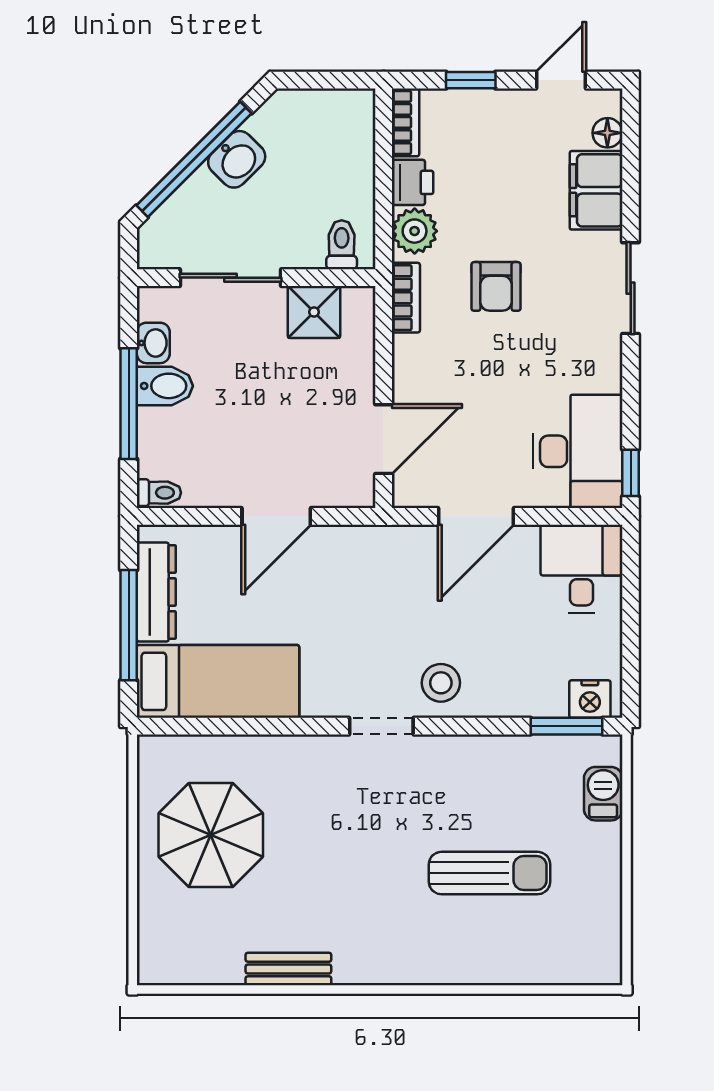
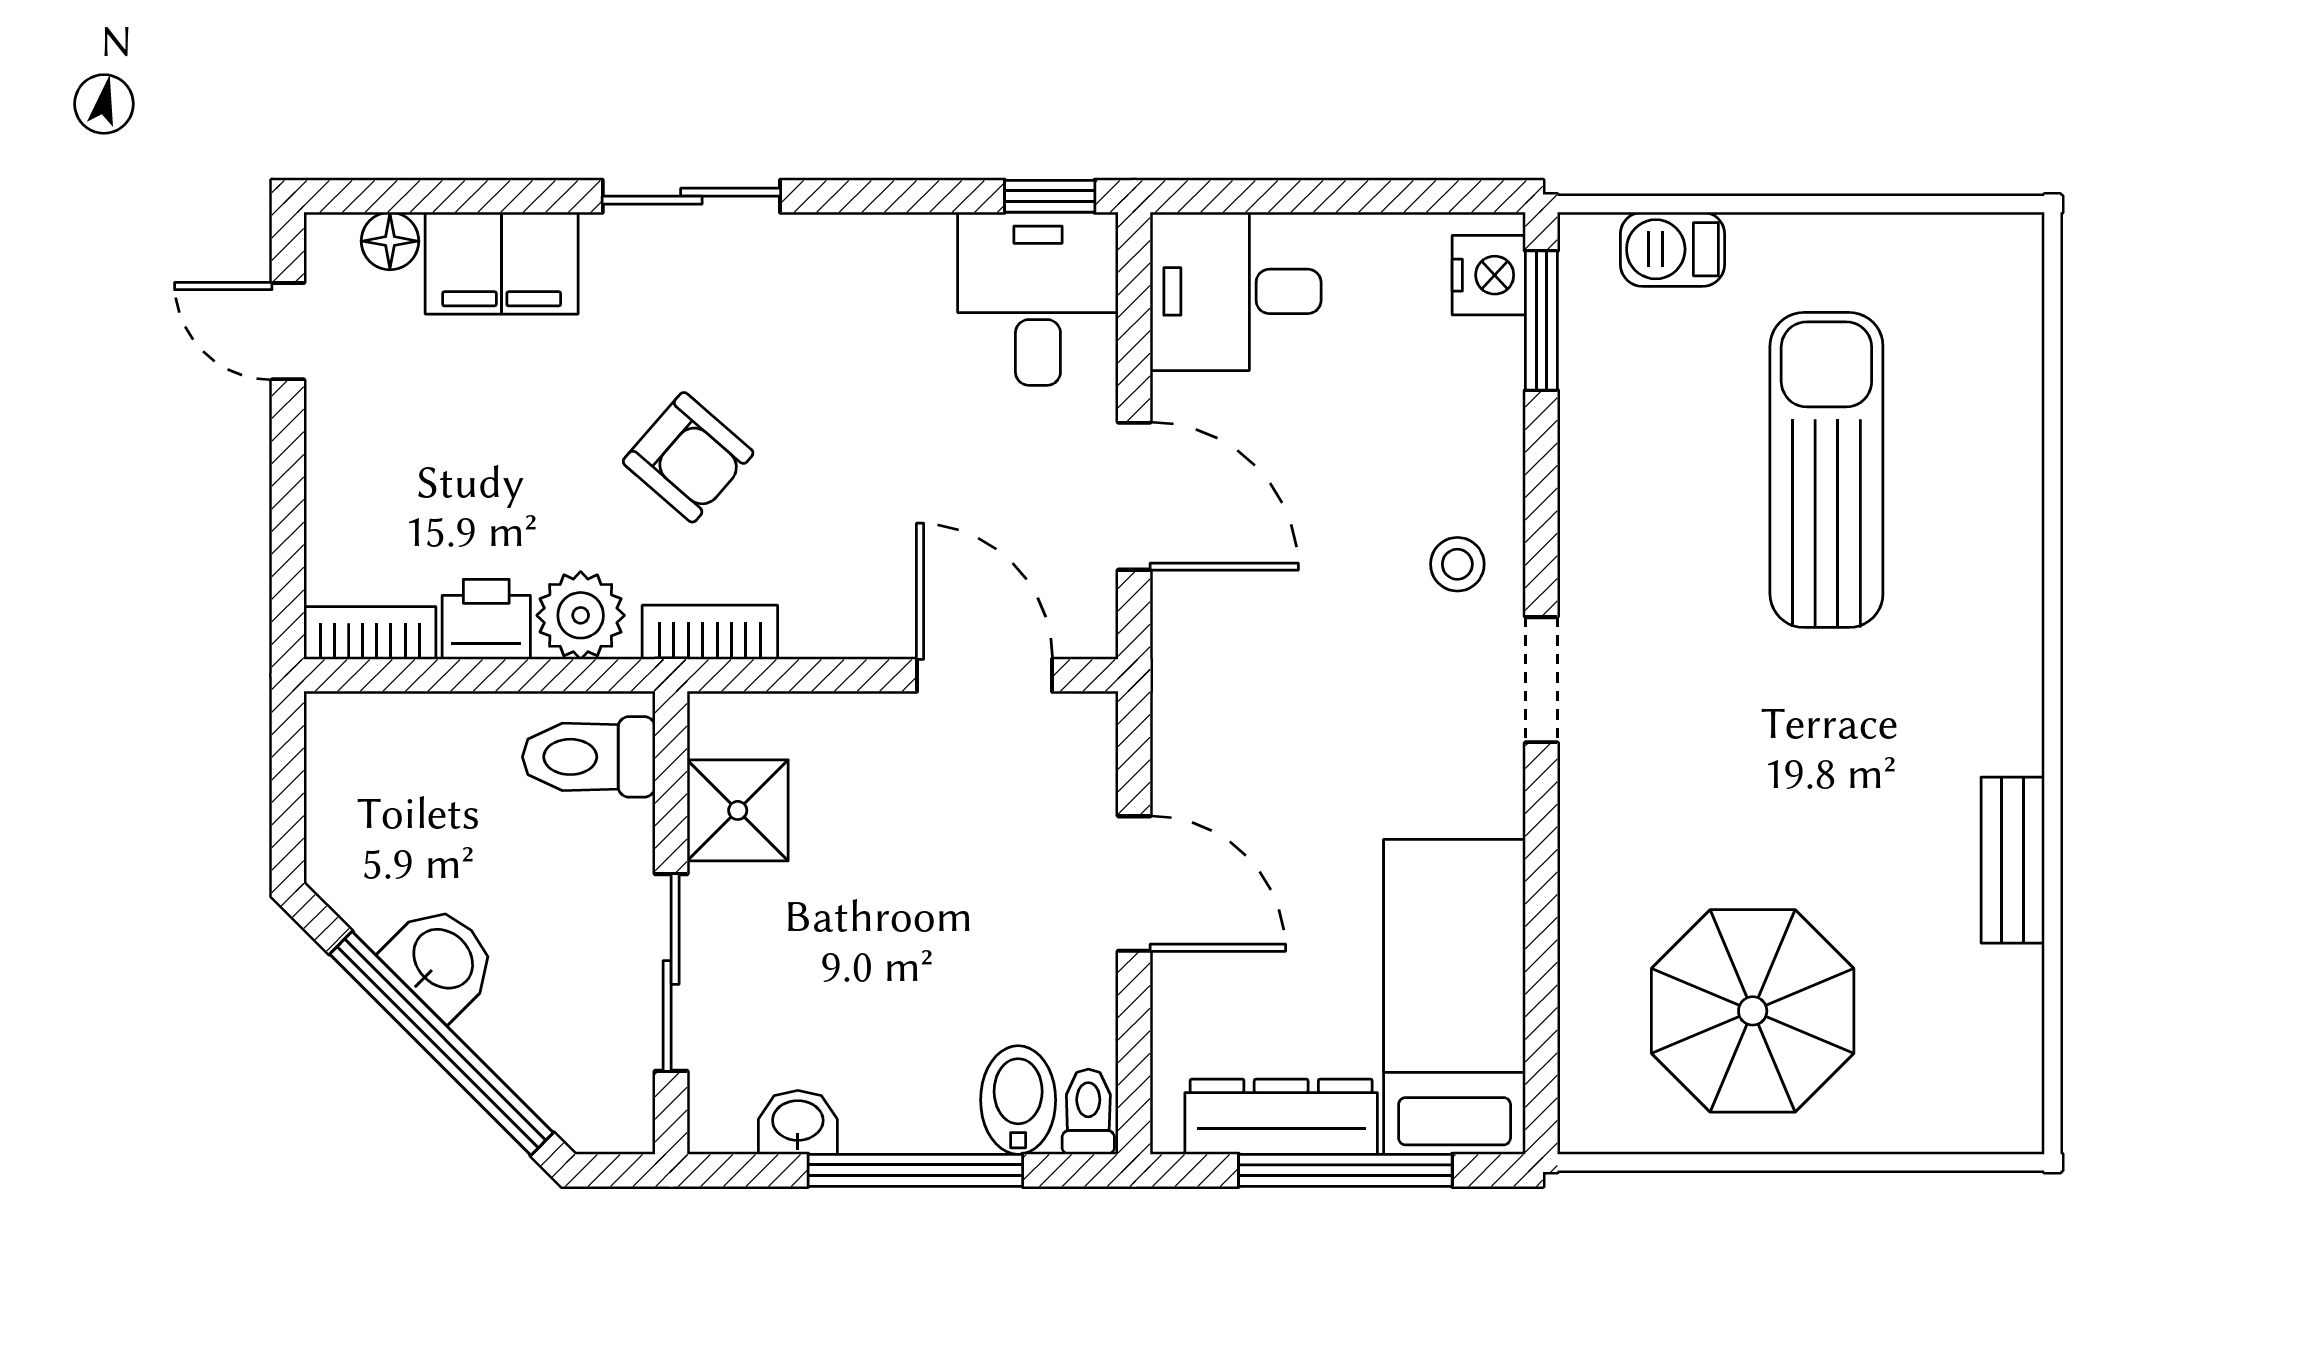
window: (471, 80) -> (288, 506), removed
toilet: (342, 245) -> (589, 757), width x1.37, depth x1.39
armchair: (496, 286) -> (688, 457), turned 41
bidet: (165, 386) -> (1018, 1100), moved
desk: (578, 451) -> (1038, 299), width x0.73
stool: (441, 683) -> (1457, 564), width x0.73, depth x0.73
sun lounger: (489, 873) -> (1826, 470), width x1.36, depth x1.34

